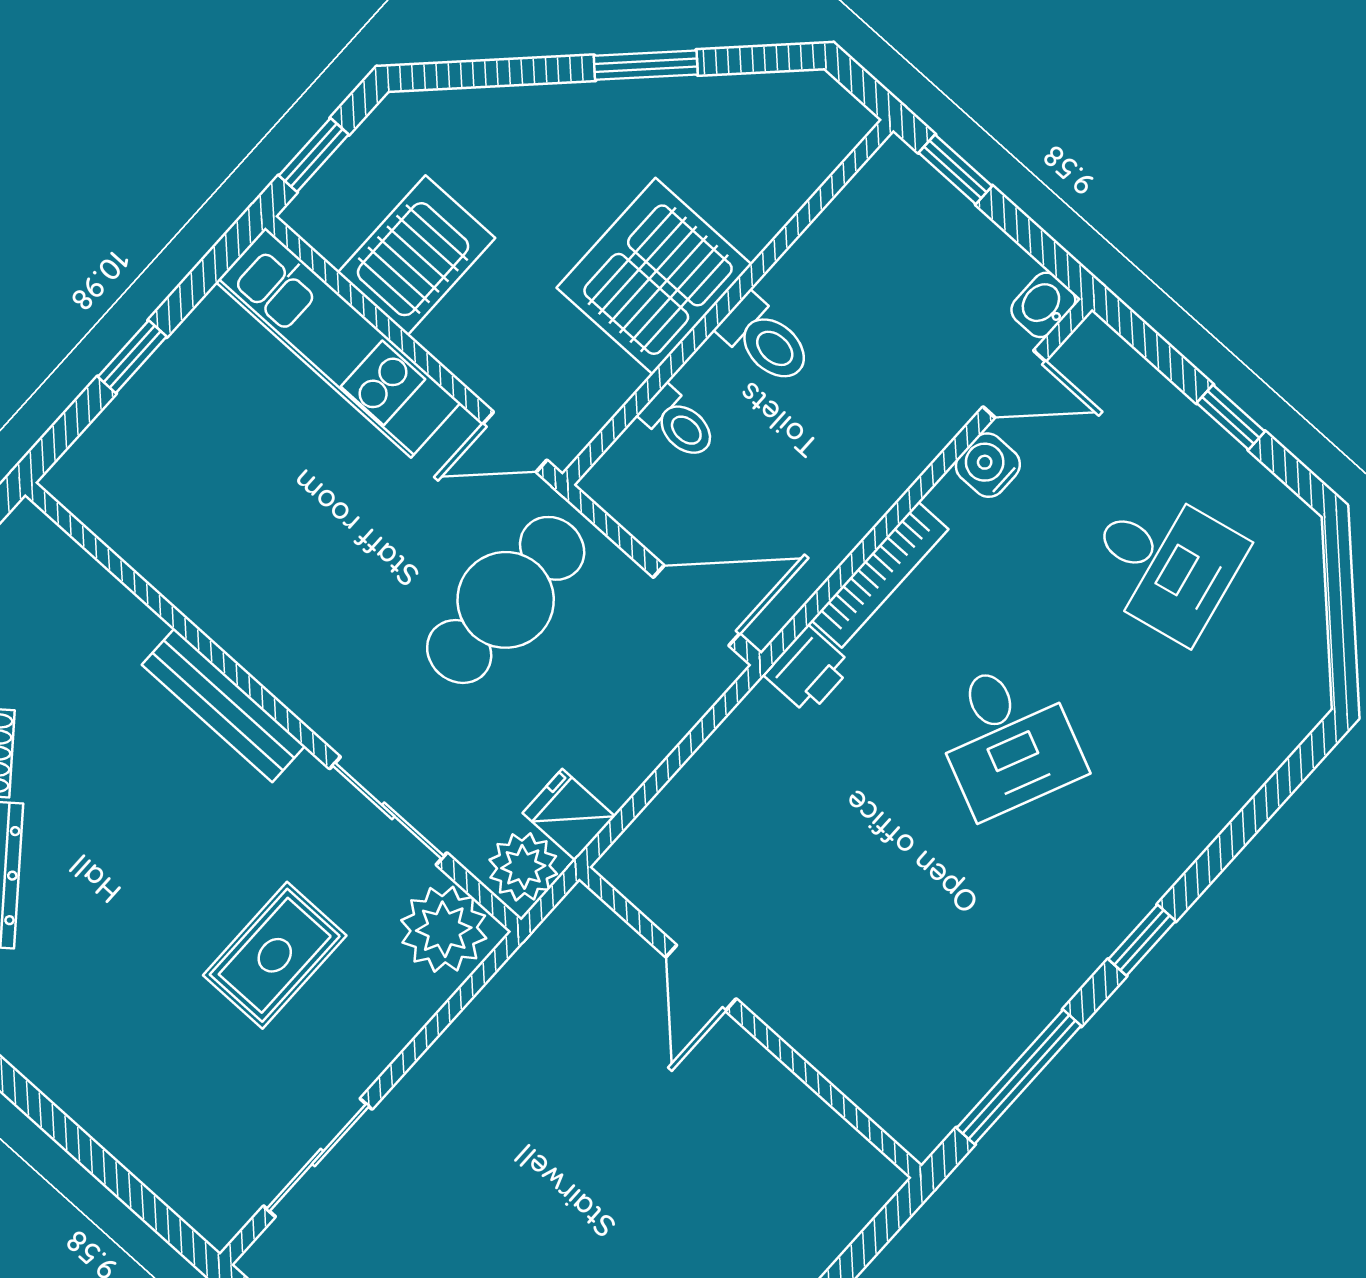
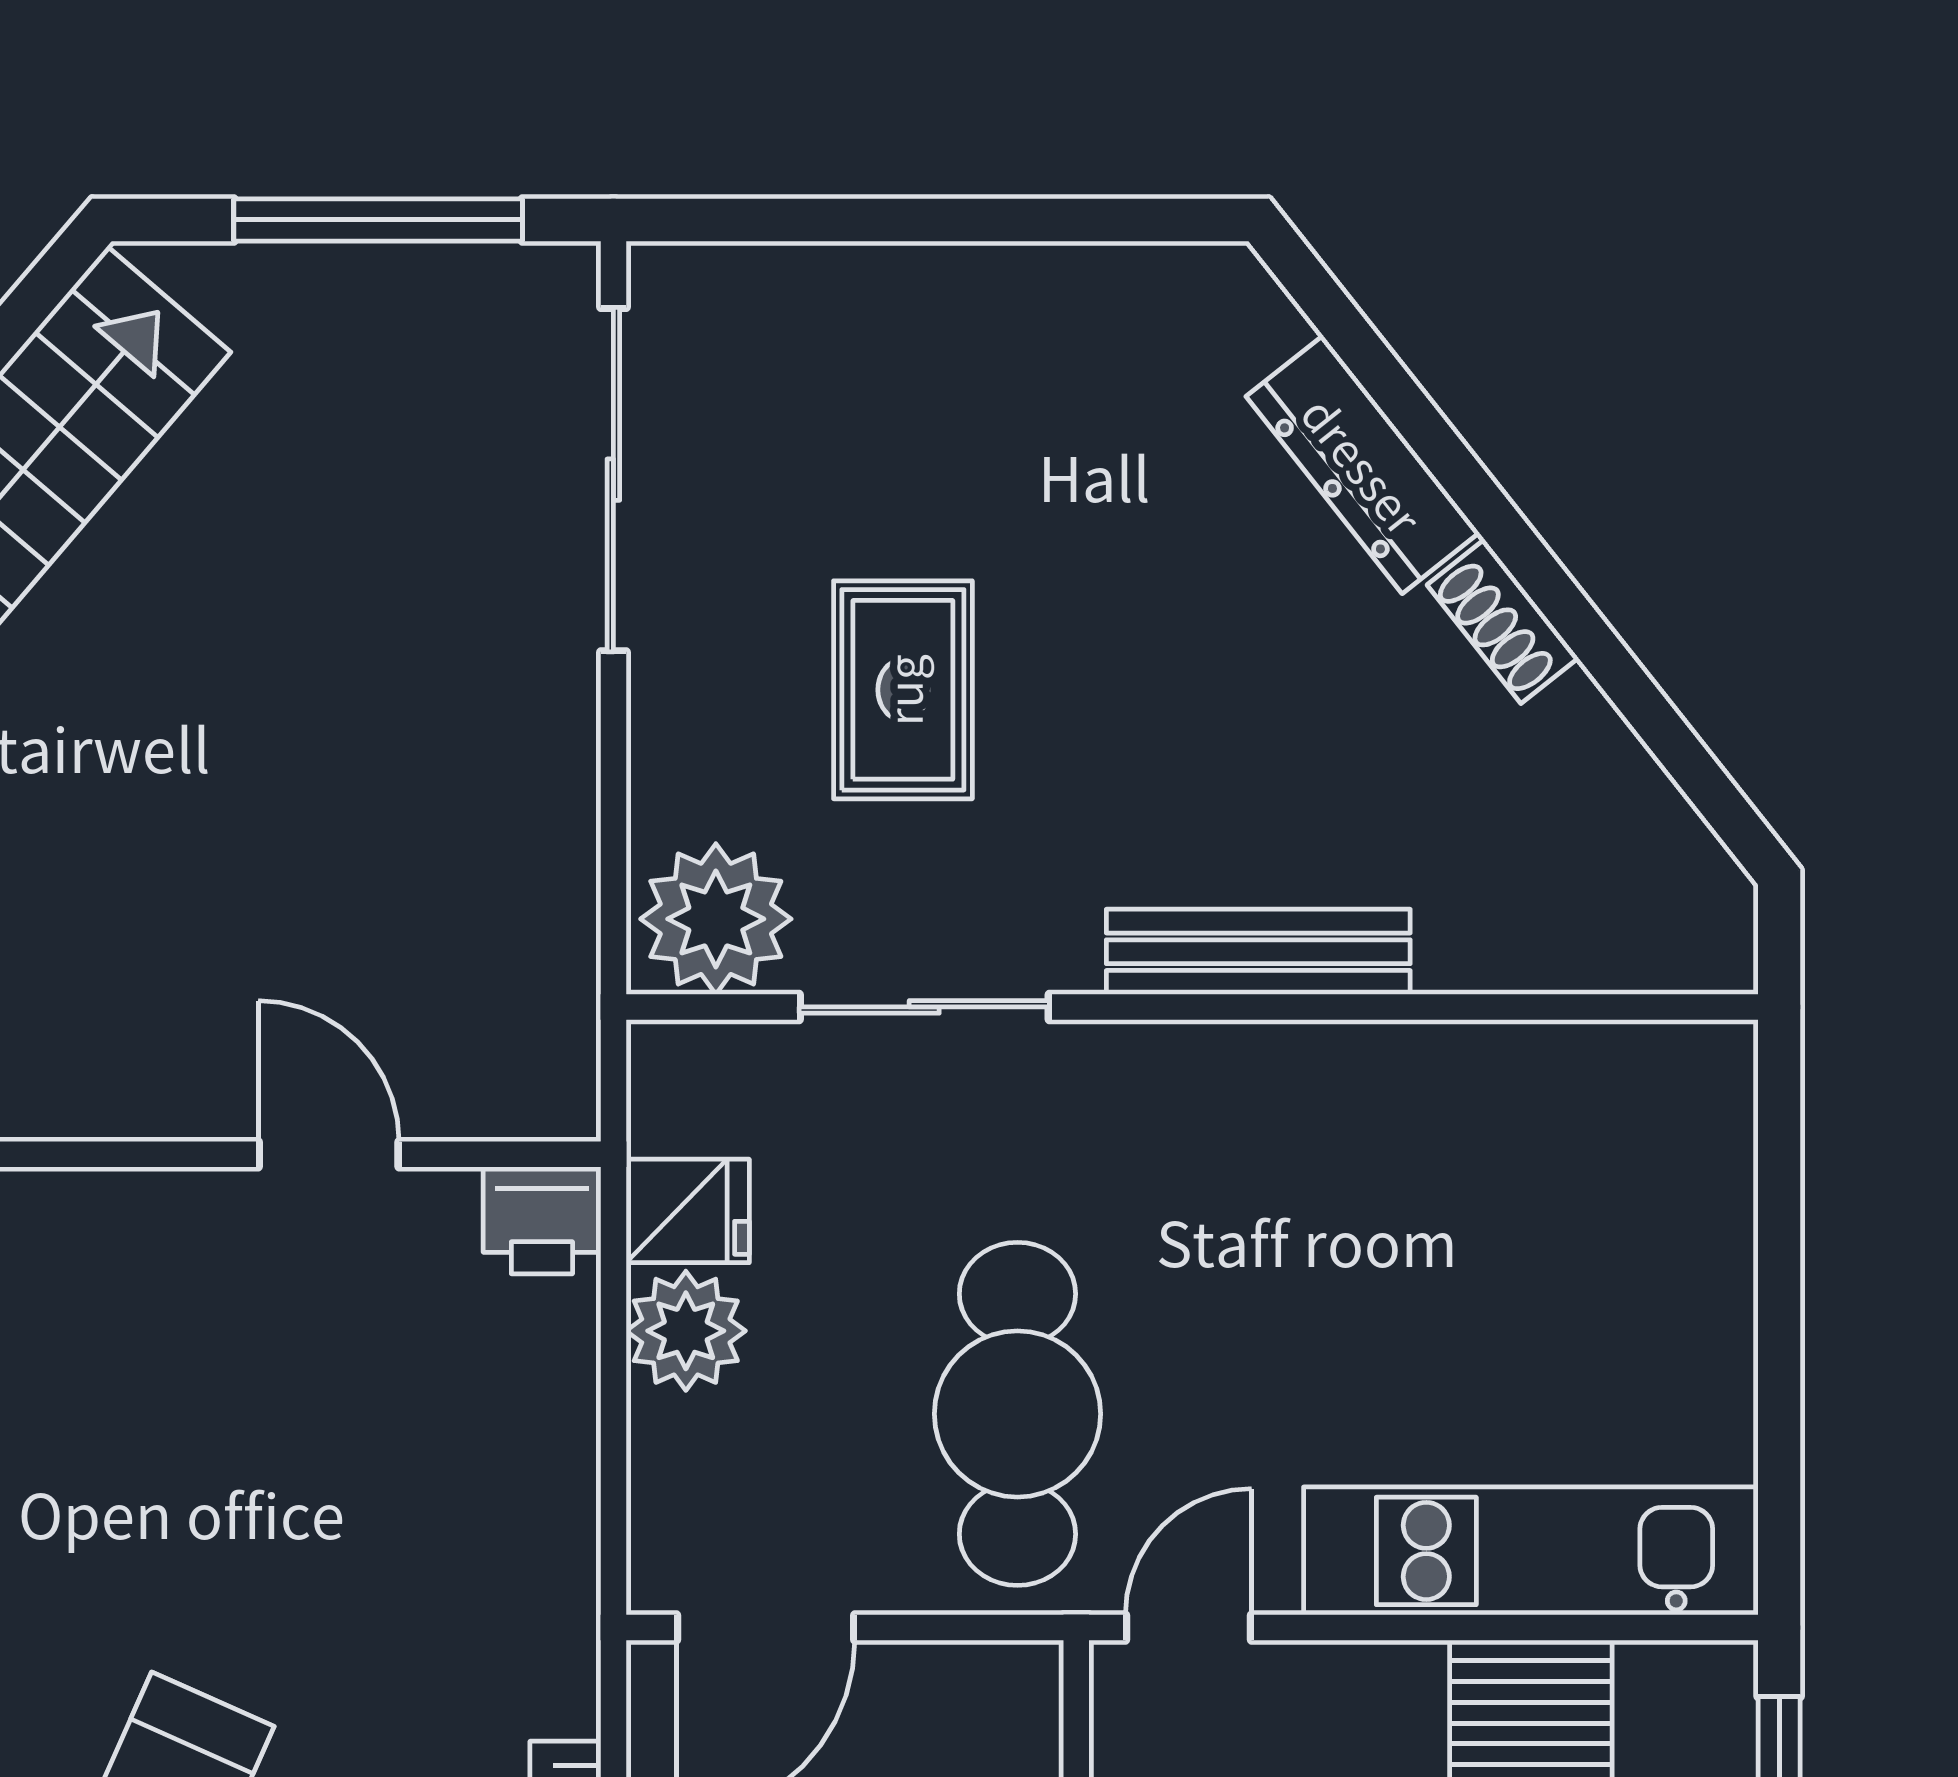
window: (132, 357) -> (1779, 1294), removed
printer: (808, 670) -> (542, 1220), moved, turned -90
plant: (523, 867) -> (686, 1331), moved
sliding door: (318, 1158) -> (613, 480), width x1.37

